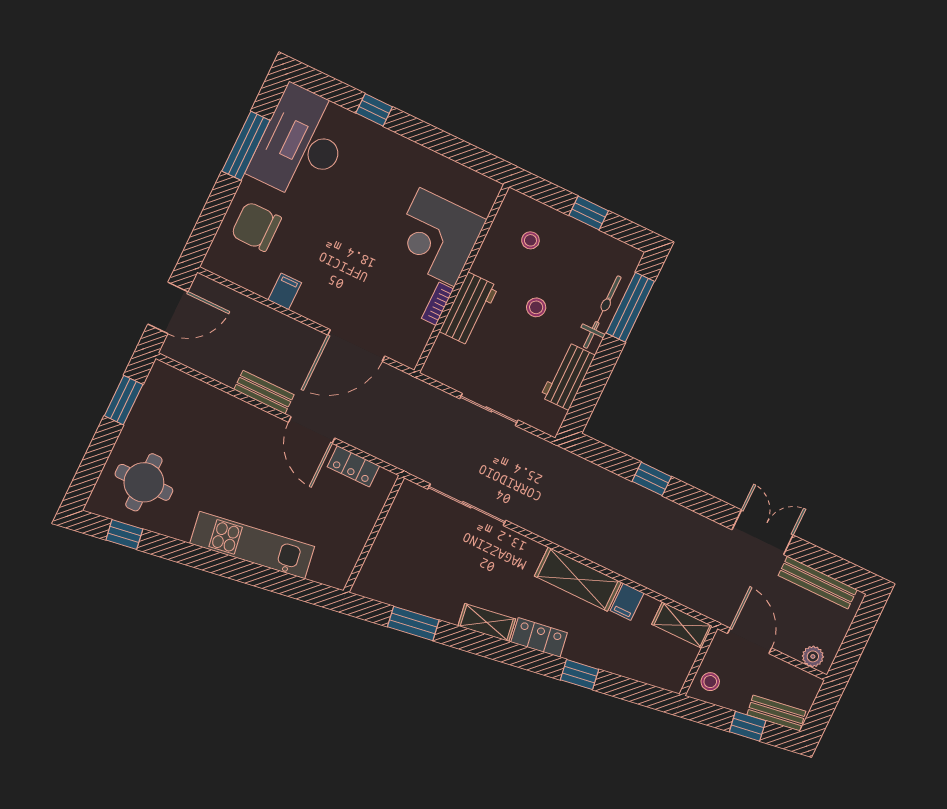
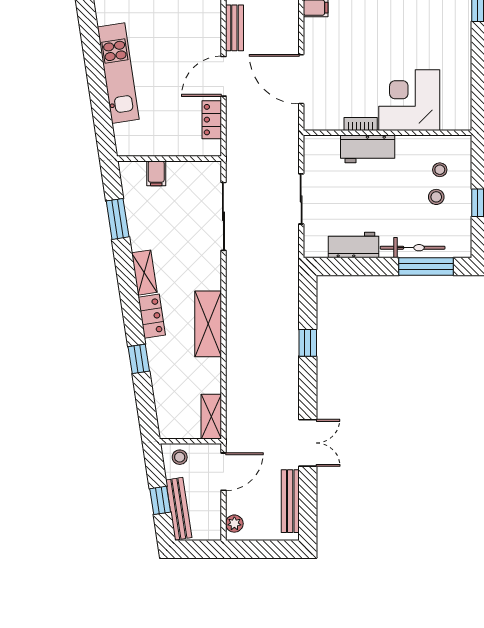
stool: (536, 307) -> (436, 197), moved
filing cabinet: (627, 602) -> (156, 173), moved, turned -90
bench: (776, 713) -> (179, 509), width x1.36

